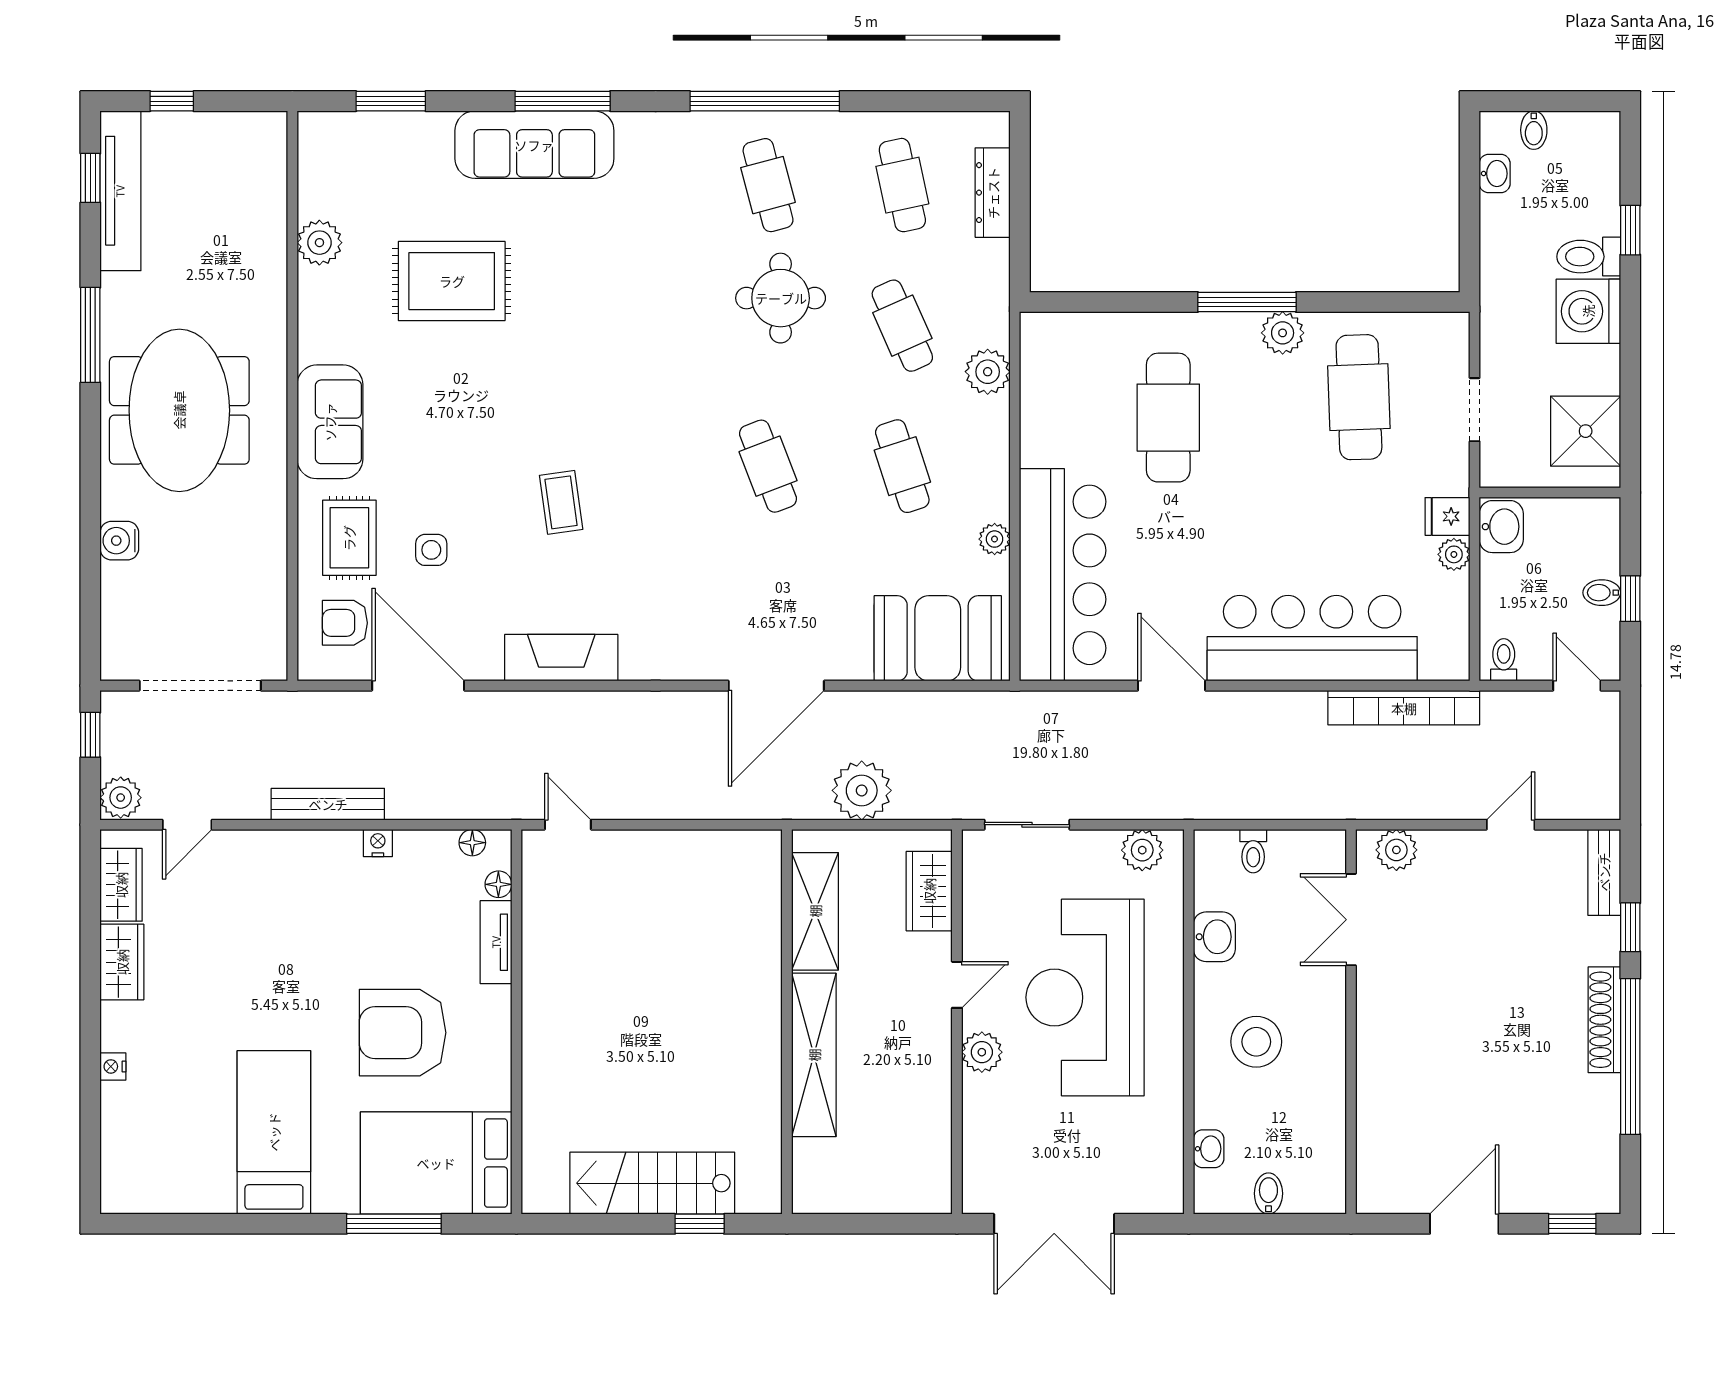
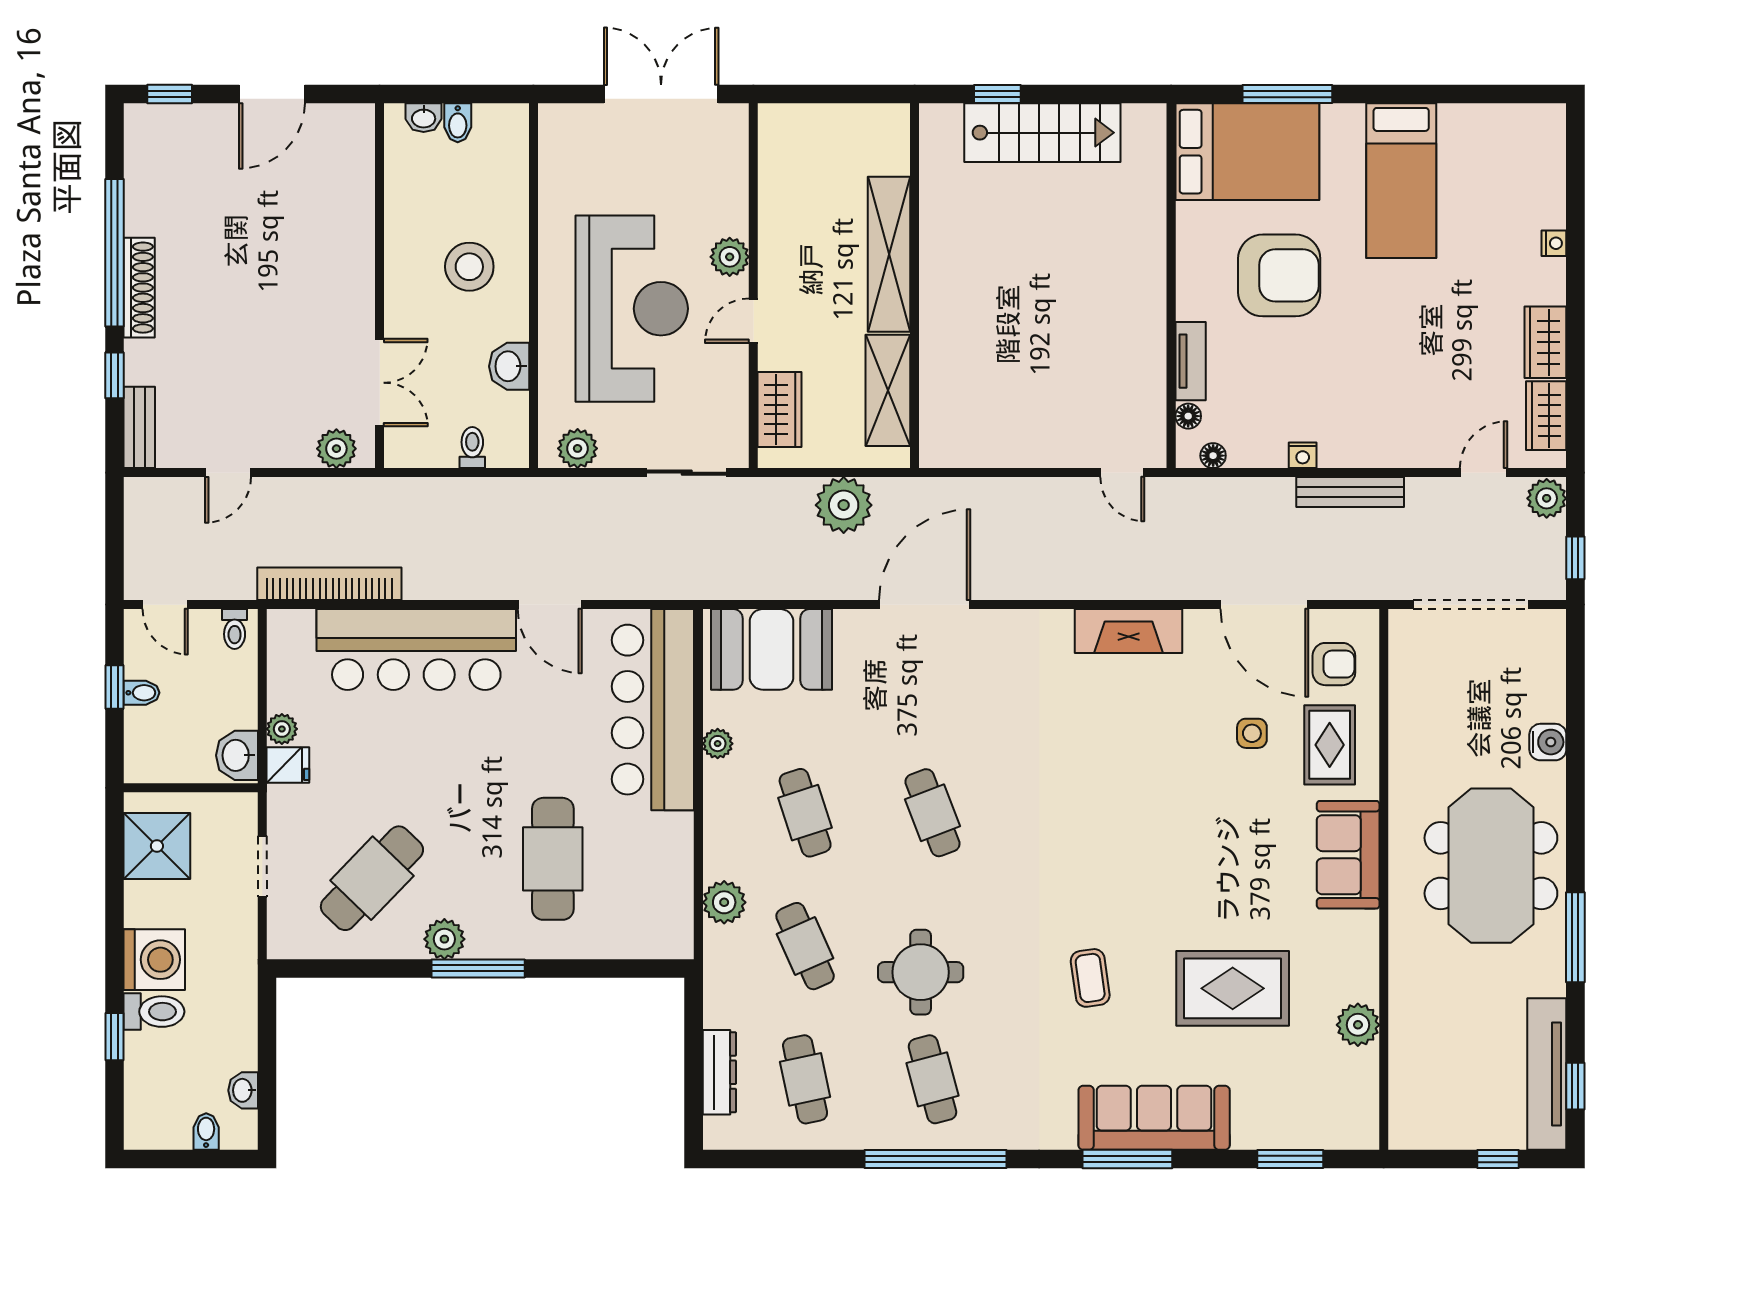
cafe table: (1359, 397) -> (372, 878), turned 46
coffee table: (561, 502) -> (1090, 978), moved
washbasin: (1209, 1149) -> (424, 118), moved, turned -90

